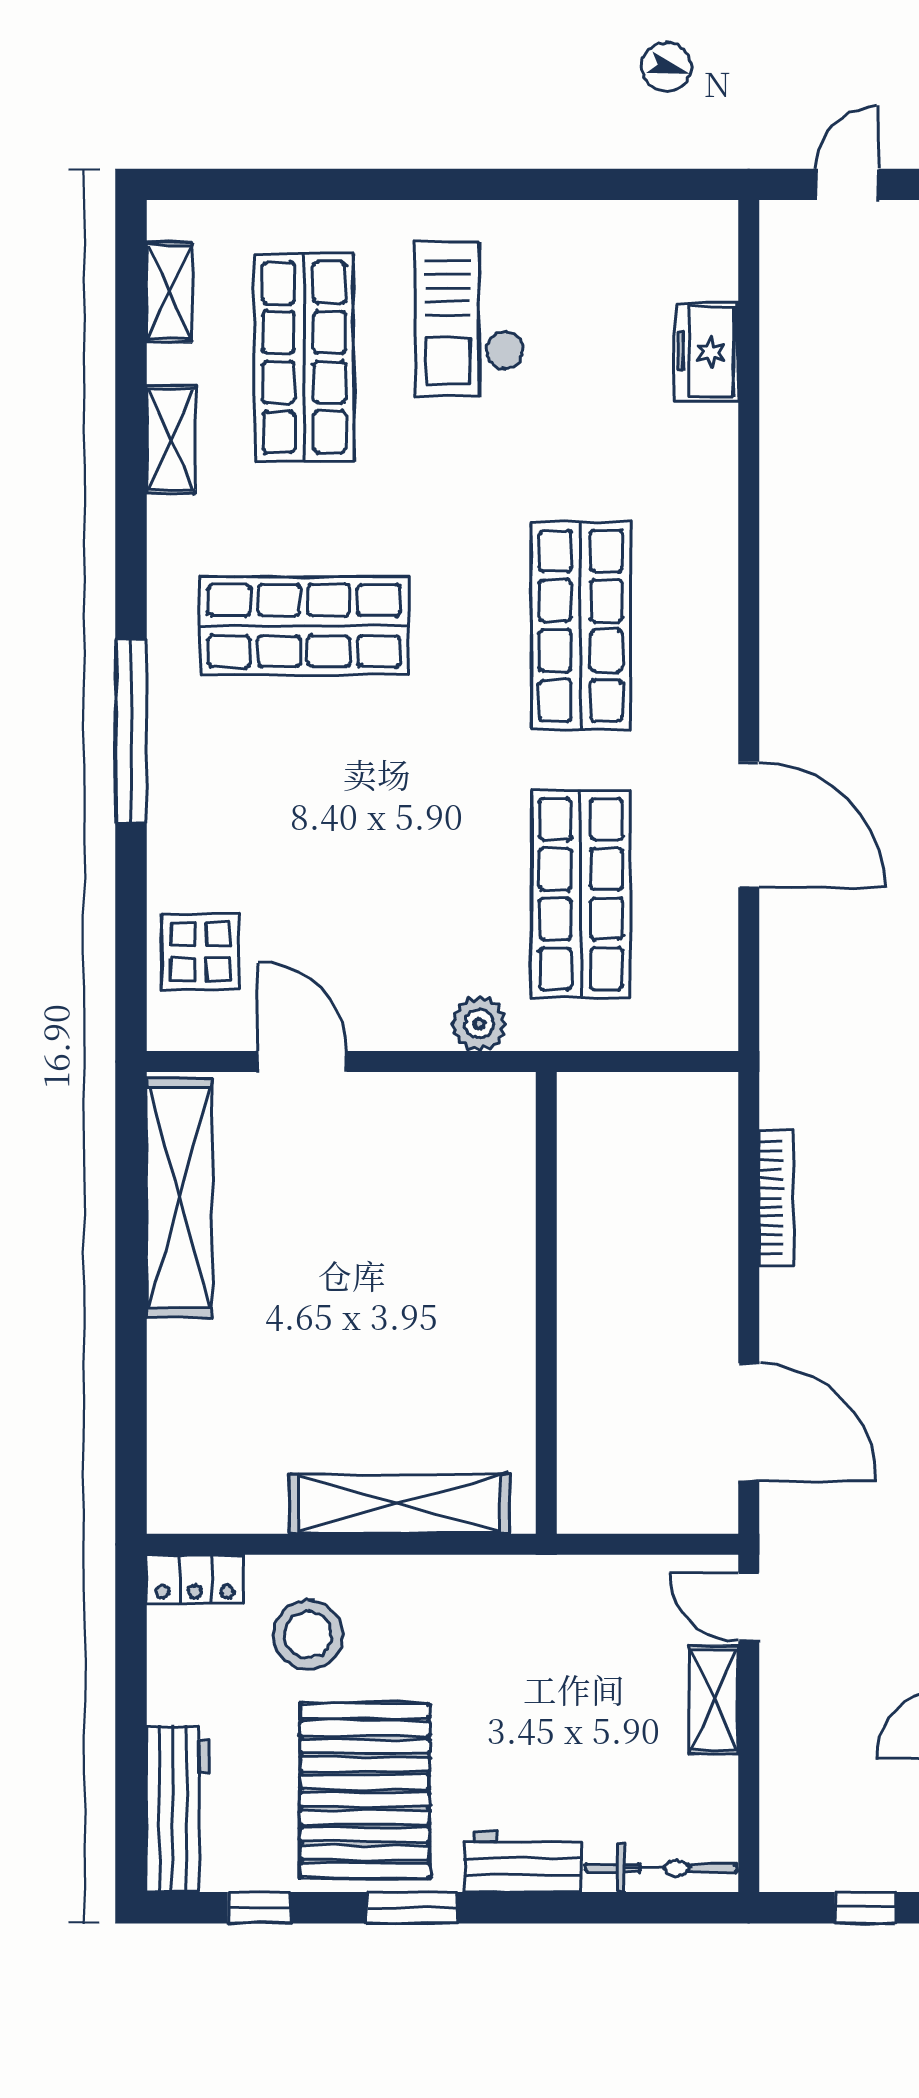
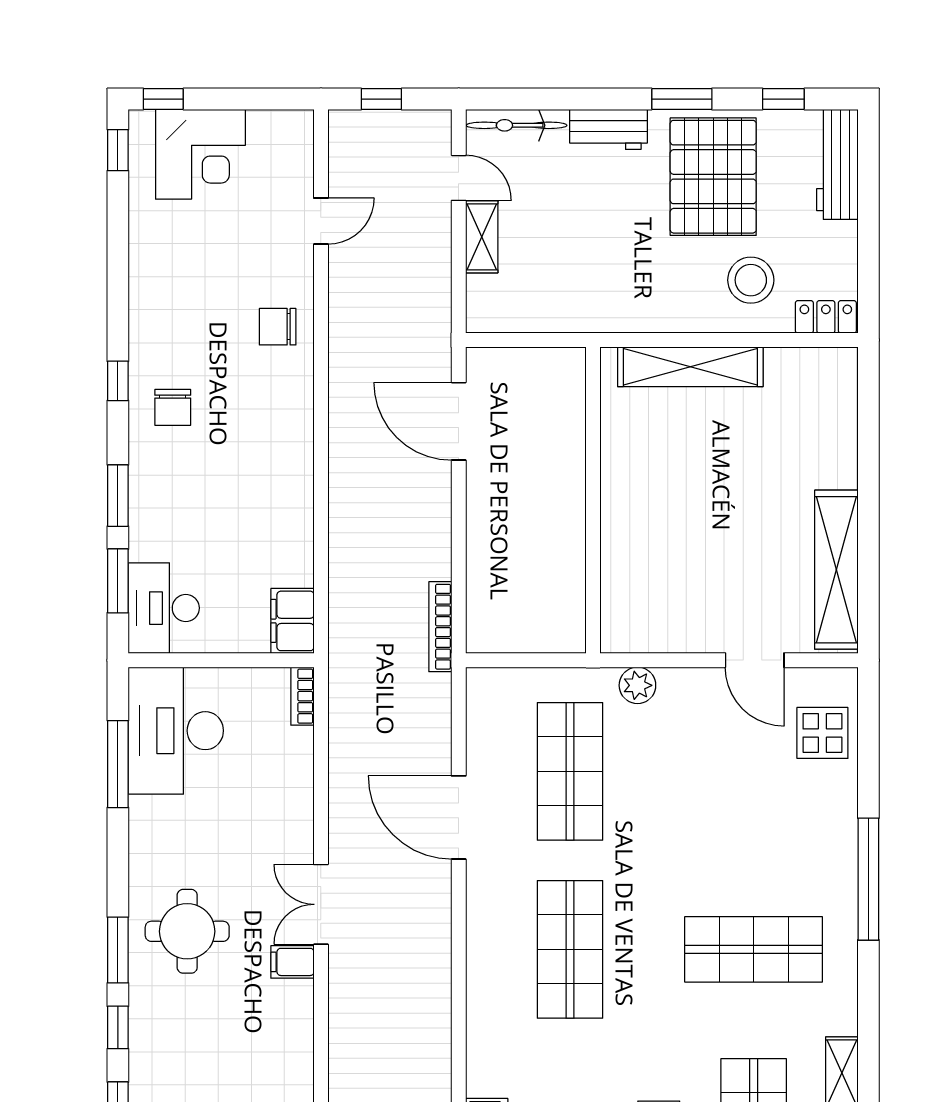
bookcase: (776, 1198) -> (440, 627), moved
door: (749, 1607) -> (459, 178), moved

